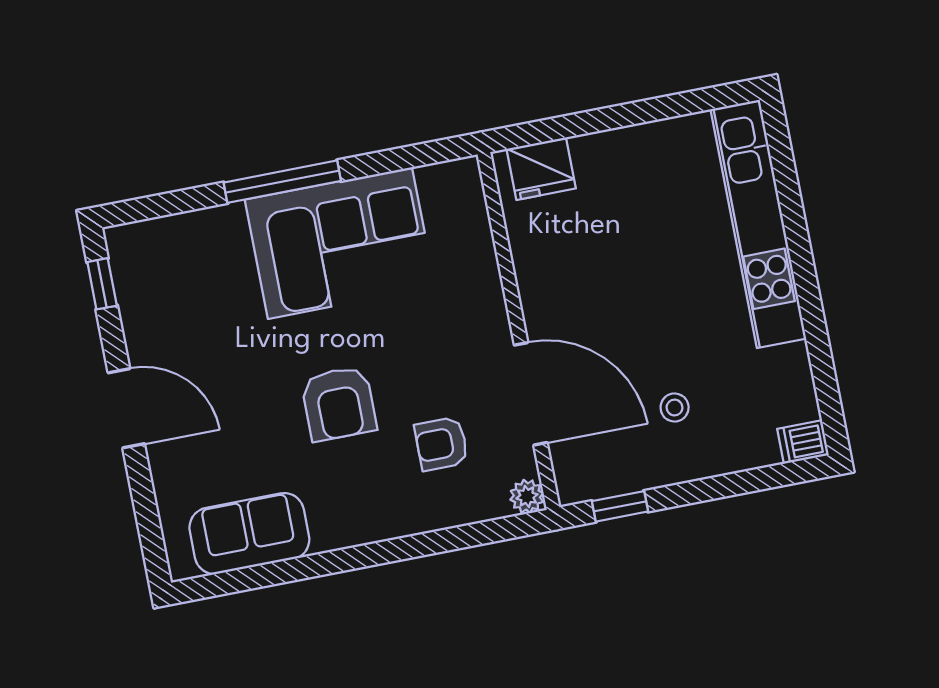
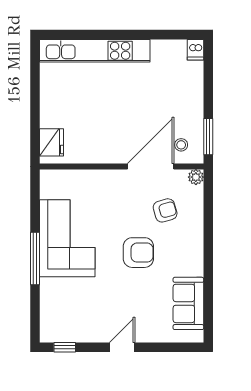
stool: (675, 407) -> (181, 145), moved
door: (126, 408) -> (122, 347), width x0.73
armchair: (441, 444) -> (165, 210), turned -106
window: (620, 506) -> (208, 137), width x1.50

